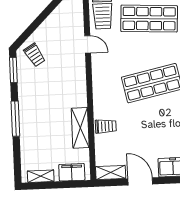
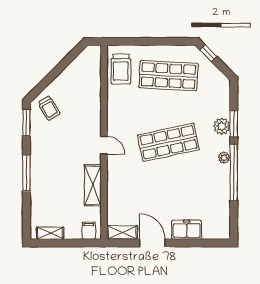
door: (88, 44) -> (104, 145), moved
trolley: (106, 126) -> (119, 185), removed
filing cabinet: (72, 172) -> (89, 231), width x0.50

